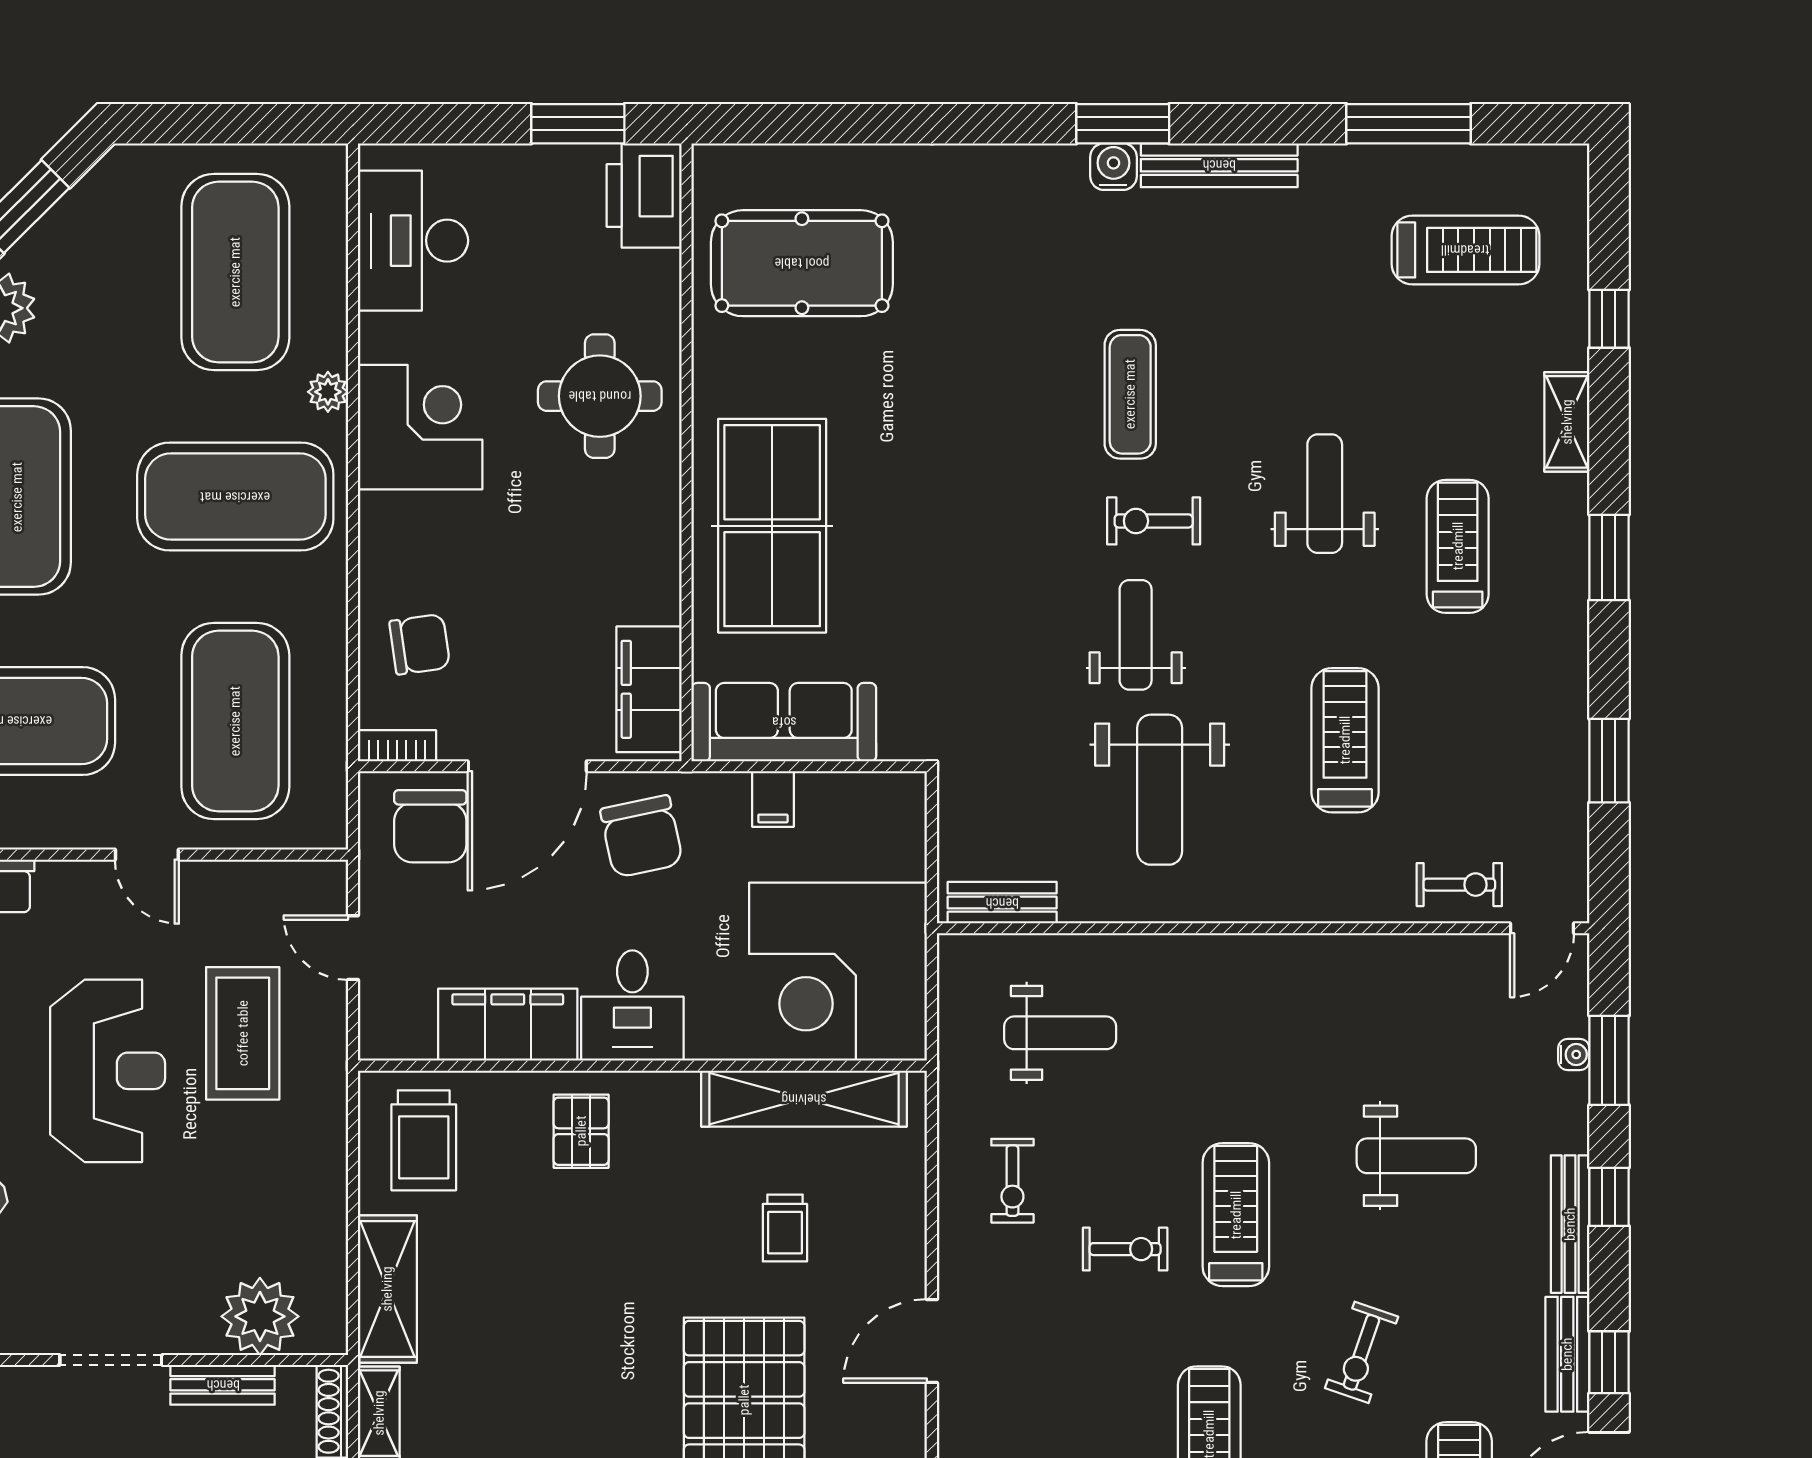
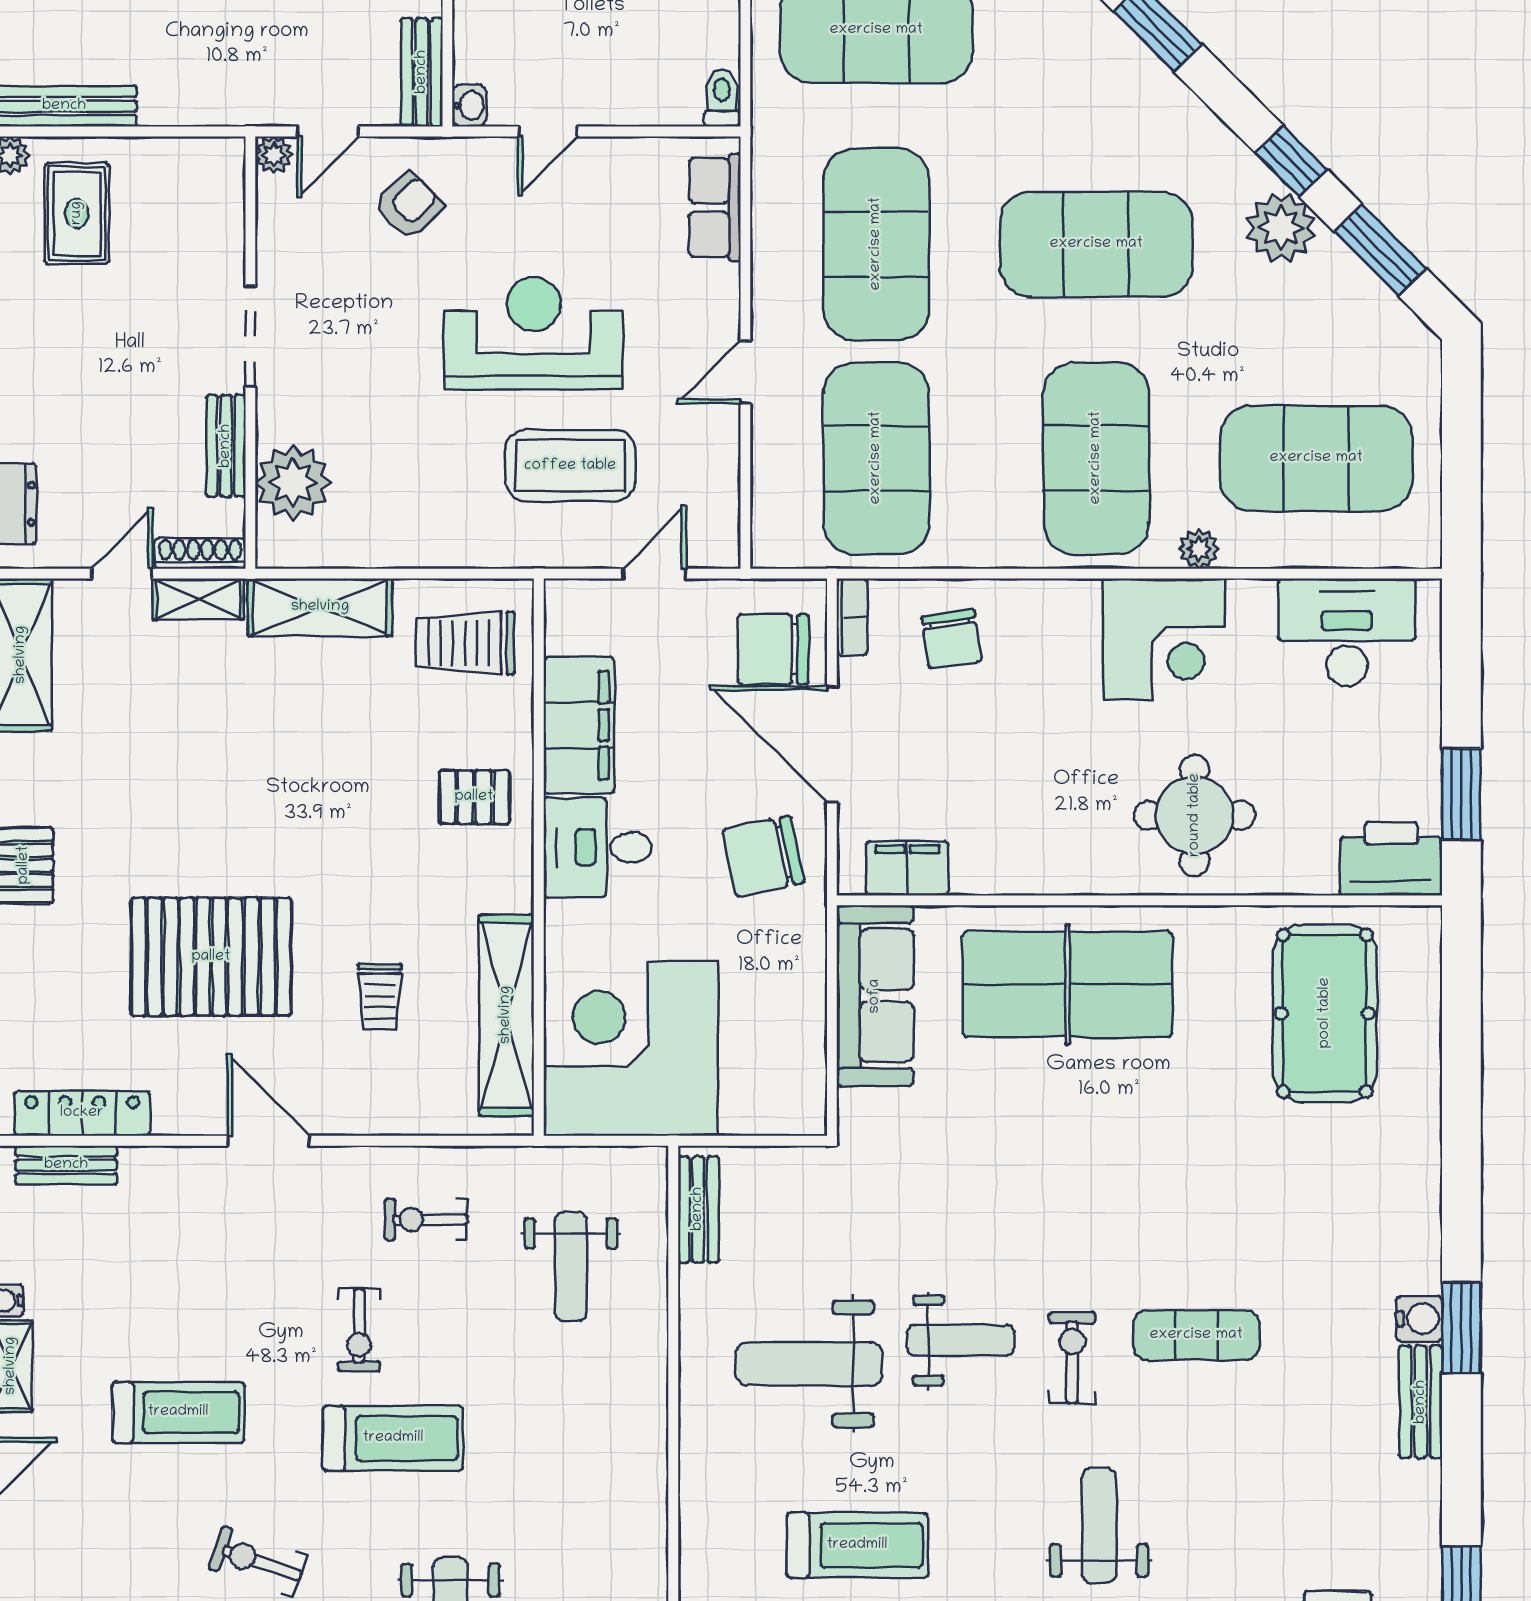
bench: (1219, 165) -> (1421, 1402), width x0.73
weight bench: (1325, 494) -> (1099, 1525), turned -90
filing cabinet: (649, 689) -> (907, 868), width x0.67, depth x0.86
exercise mat: (235, 721) -> (876, 458), turned 90
filing cabinet: (773, 799) -> (800, 985), removed
reception desk: (108, 1071) -> (534, 333), turned 180
trolley: (785, 1228) -> (380, 997), turned -90

